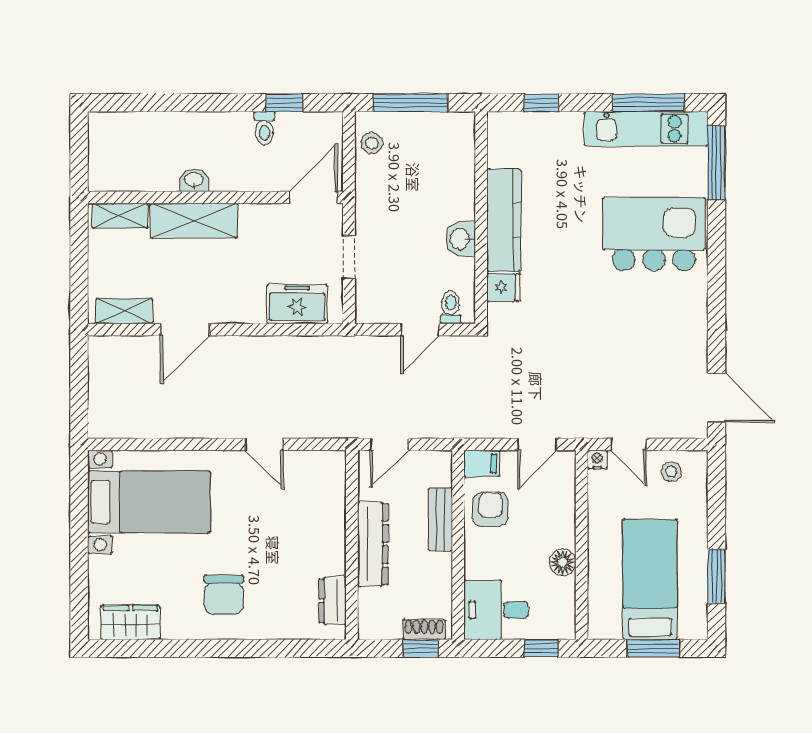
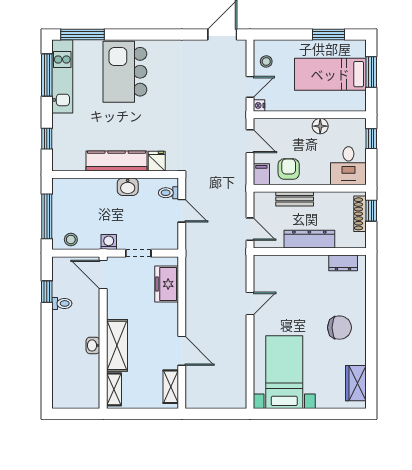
washing machine: (368, 207) -> (109, 242), added
armchair: (490, 509) -> (289, 169), turned 90
shoe rack: (424, 629) -> (360, 214), width x1.43

